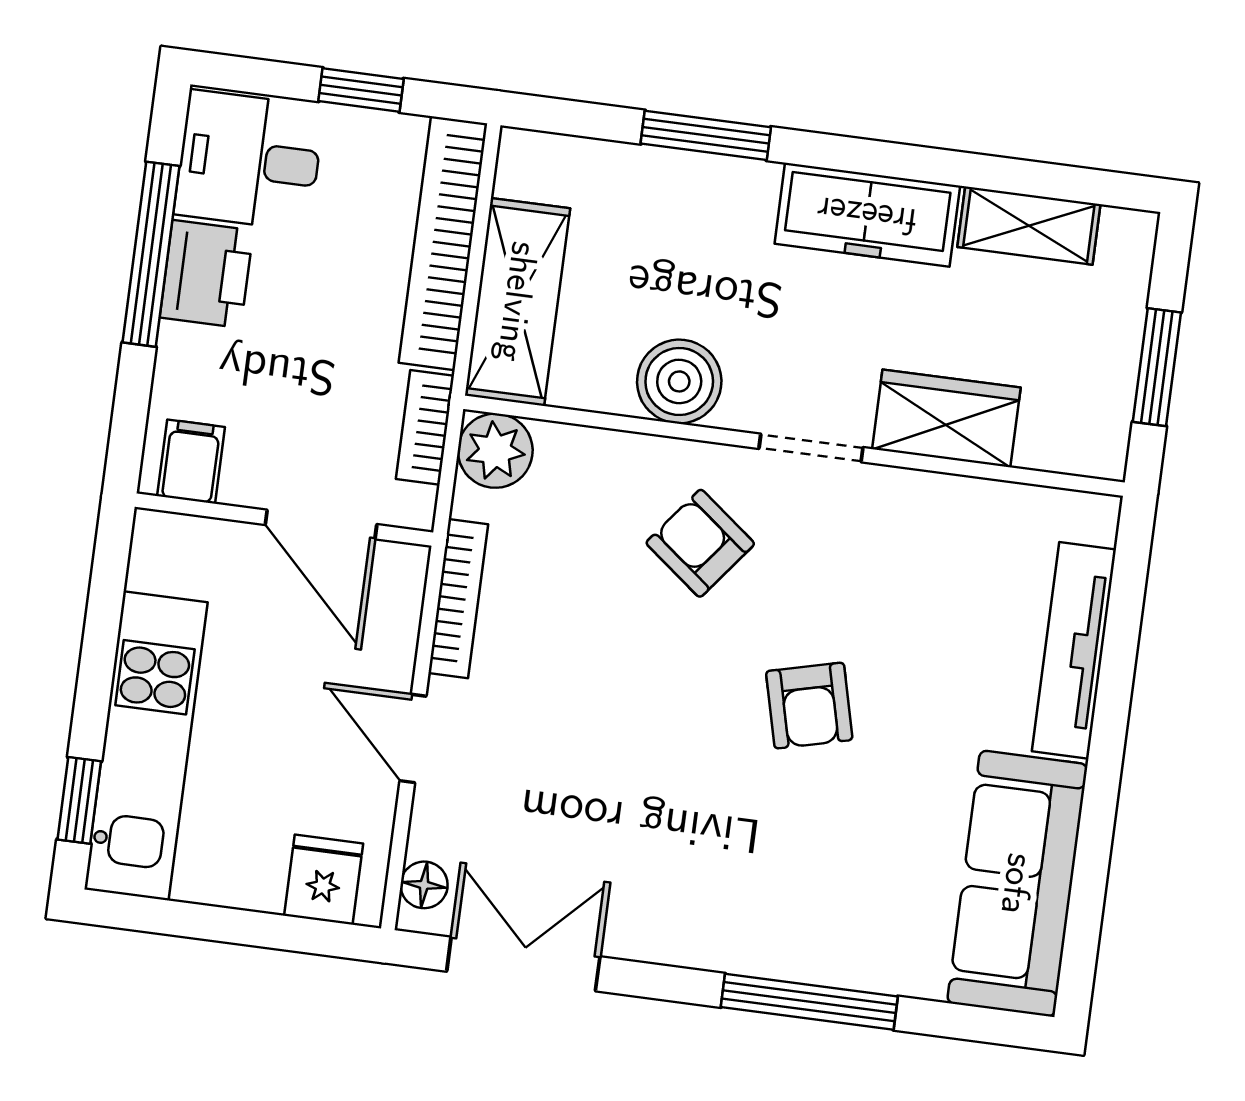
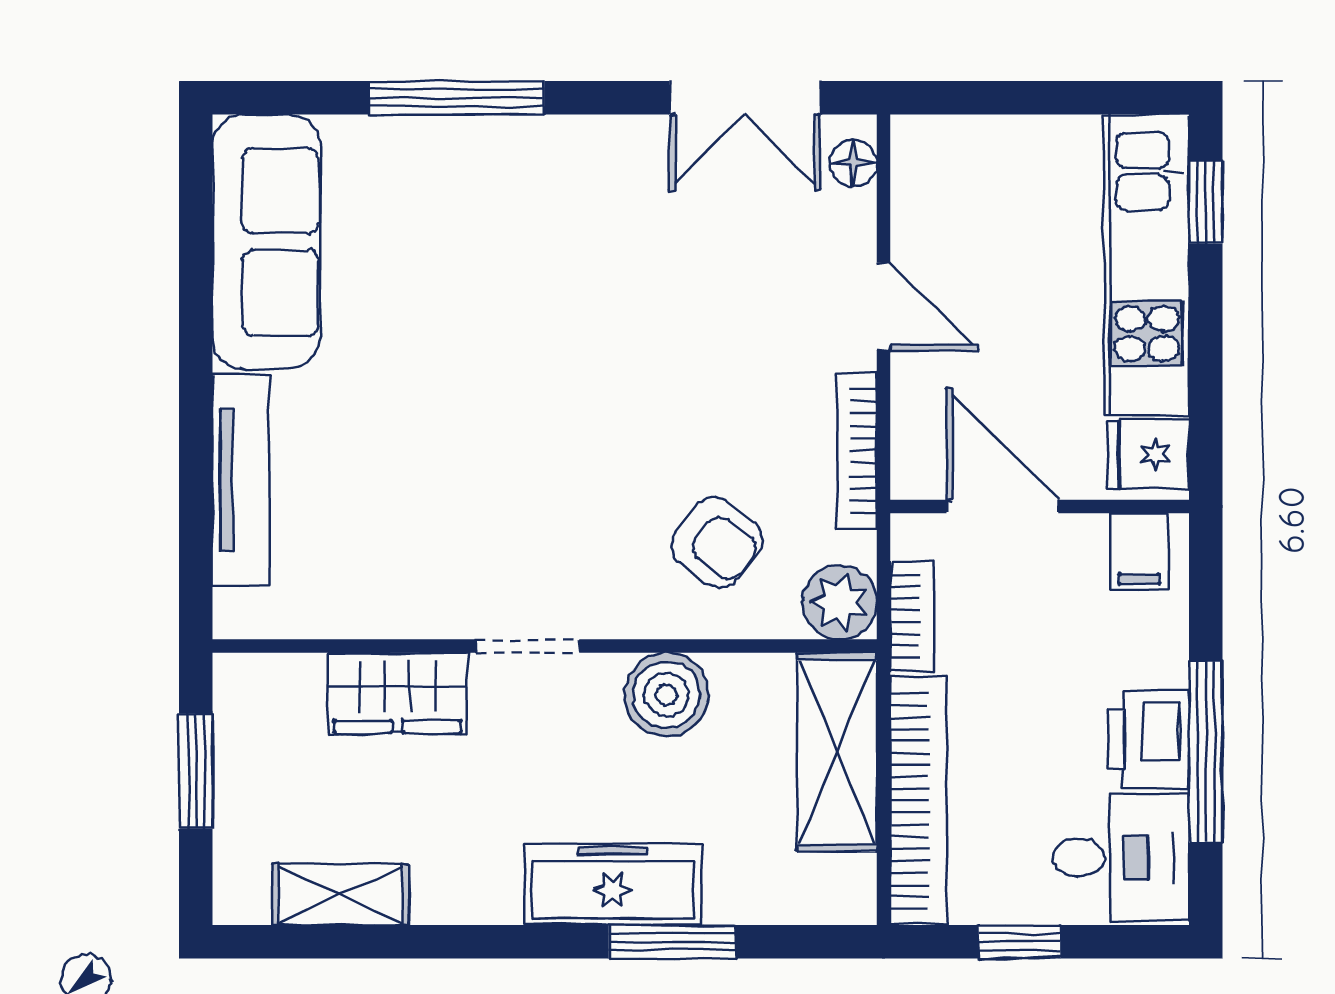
freezer: (867, 215) -> (613, 884), moved
armchair: (700, 543) -> (717, 542), moved
armchair: (809, 706) -> (496, 391), removed
fridge: (324, 880) -> (1148, 454), moved, turned 90

